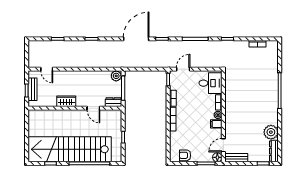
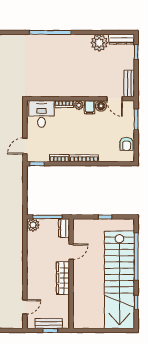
door: (183, 69) -> (25, 146), hinge flipped
wardrobe: (66, 101) -> (63, 278), width x1.50
floor lamp: (217, 157) -> (101, 106), moved

